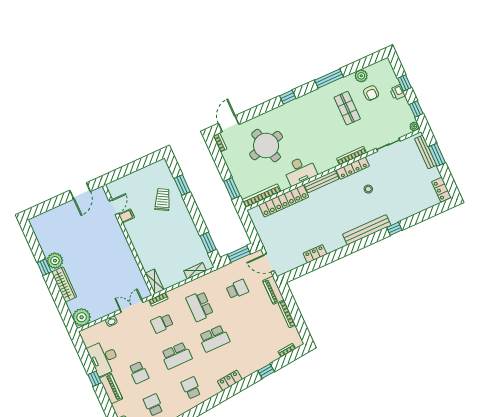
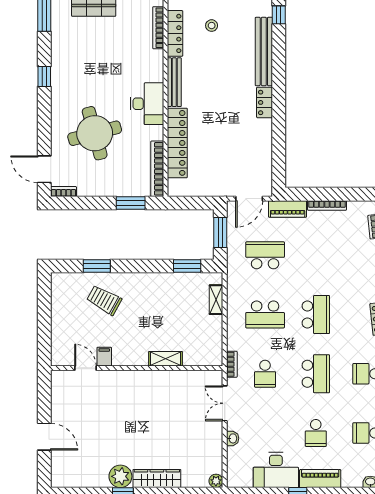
door: (80, 191) -> (44, 437), moved
locker: (315, 254) -> (265, 102), moved
shelving: (155, 281) -> (166, 359), moved
school desk: (237, 289) -> (265, 255), width x1.85
plant: (82, 317) -> (216, 481), width x0.53, depth x0.53
school desk: (139, 373) -> (316, 433), turned 90

